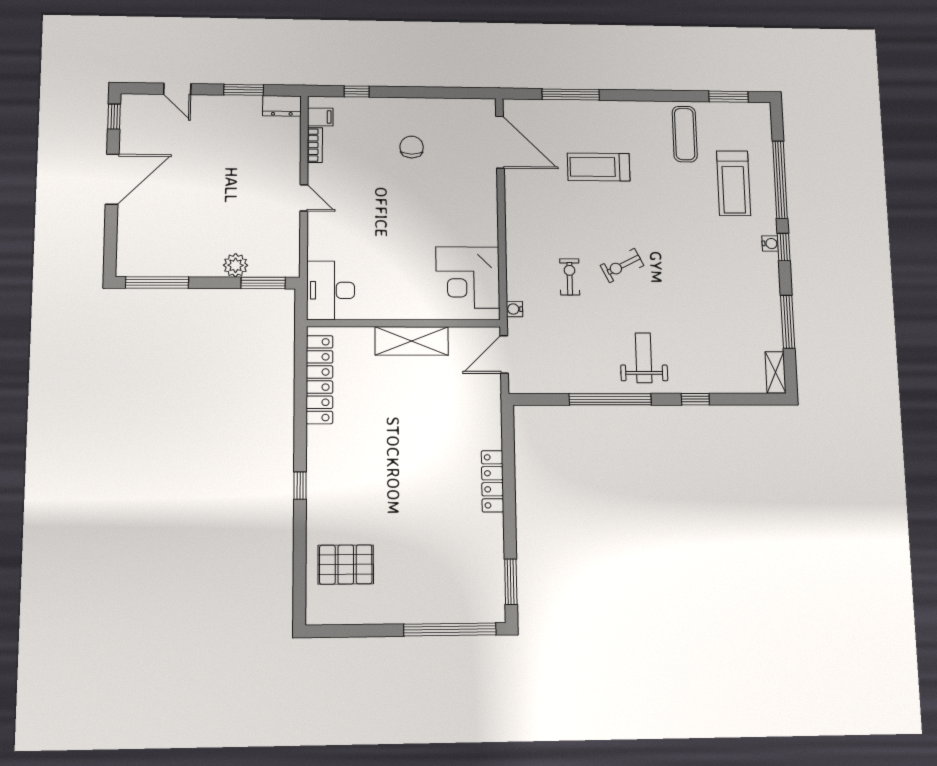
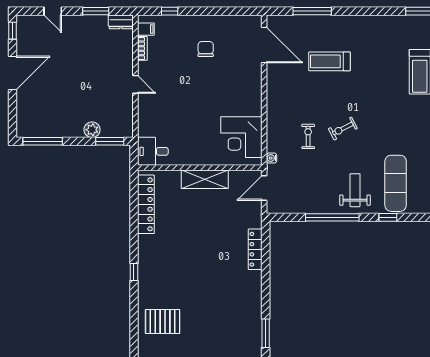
exercise mat: (685, 134) -> (396, 183), moved, width x1.36, depth x1.45
desk: (331, 290) -> (153, 151), width x0.73
locker: (492, 481) -> (255, 249), moved

